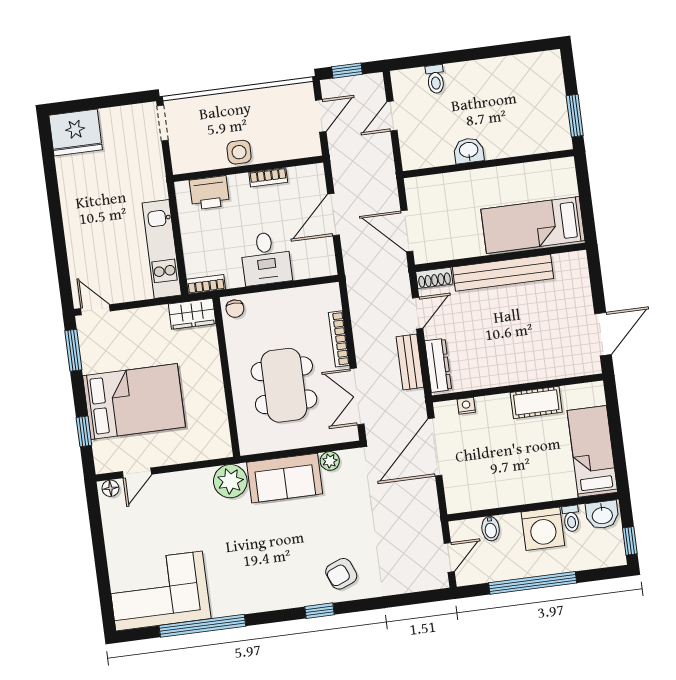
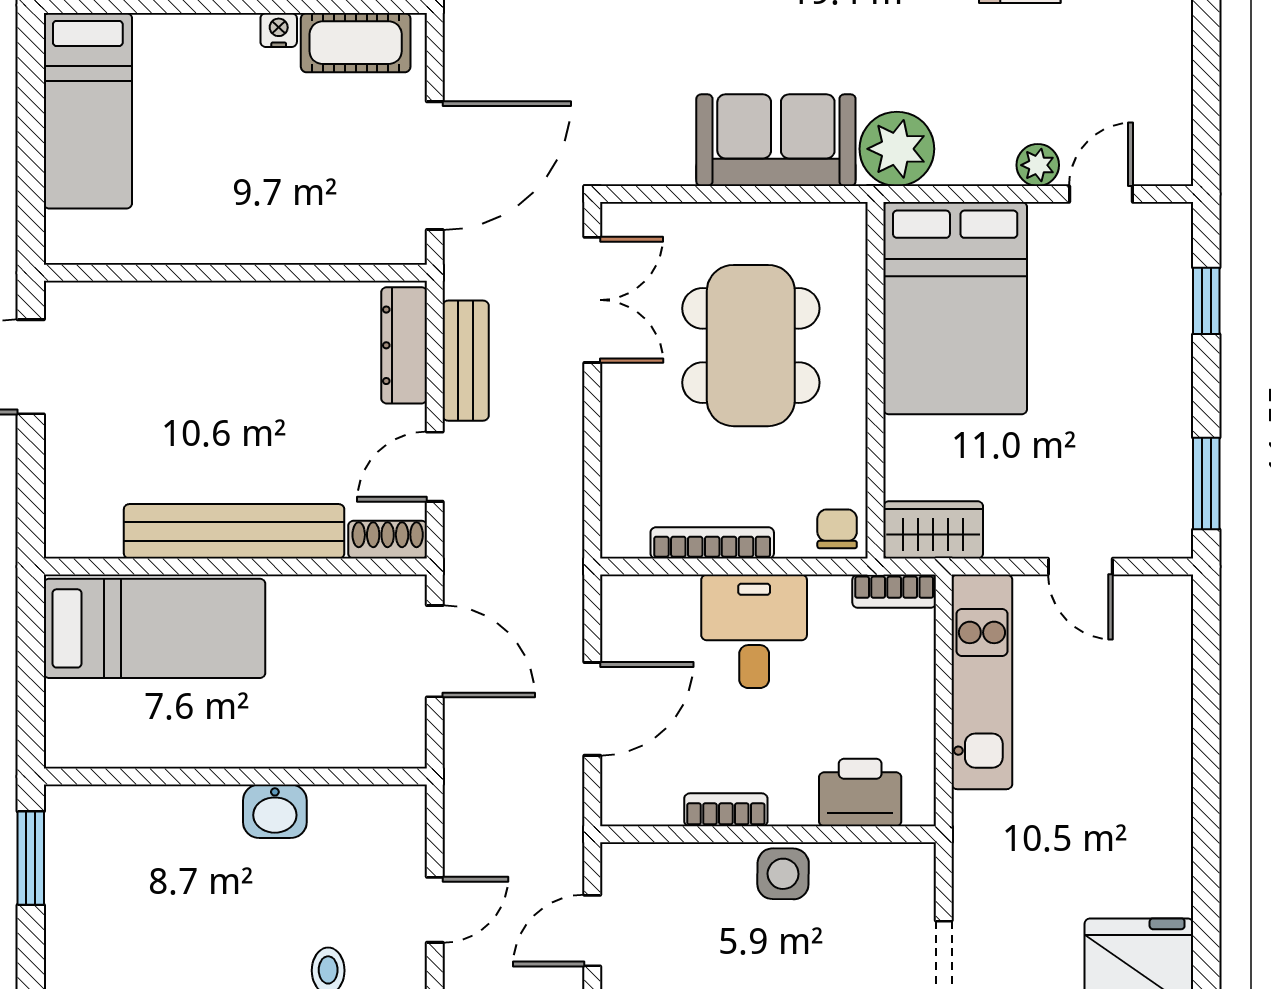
door: (95, 310) -> (1080, 567), moved
bookcase: (339, 339) -> (712, 543), moved, turned -90
bed: (134, 401) -> (955, 308), moved, turned -90
cot: (536, 402) -> (356, 43), moved
nightstand: (466, 406) -> (279, 30), moved, turned 180
plant: (330, 461) -> (1038, 165), moved
floor lamp: (110, 488) -> (1164, 168), removed

